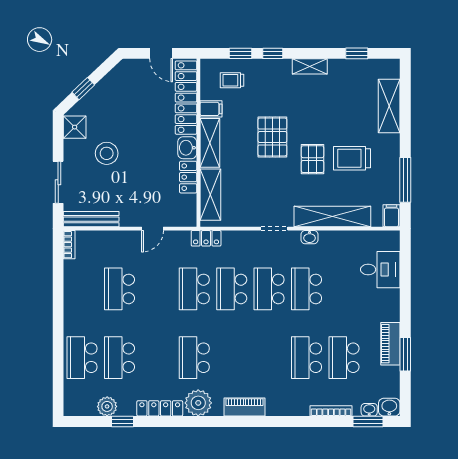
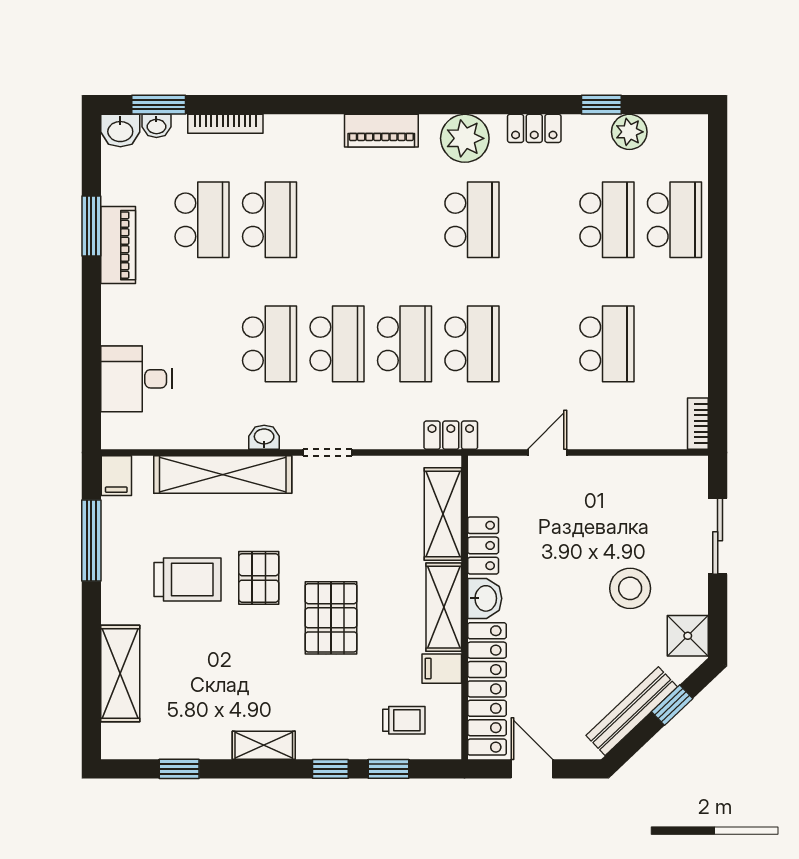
bench: (91, 219) -> (632, 711), moved, turned -44
locker: (160, 408) -> (534, 128), width x0.66

